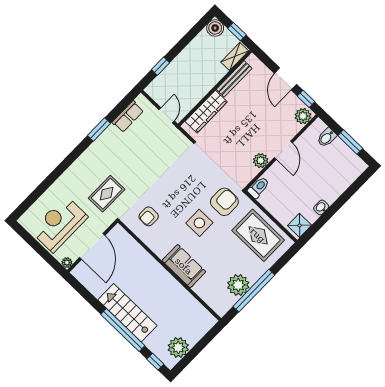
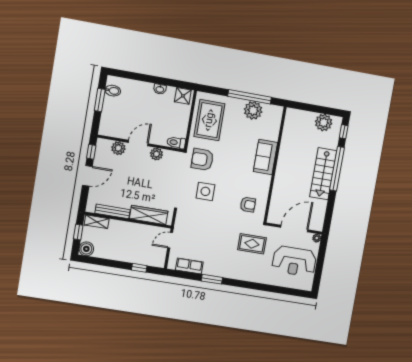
plant: (303, 116) -> (118, 148), moved
bidet: (327, 138) -> (113, 91), moved
side table: (199, 223) -> (205, 191), moved

